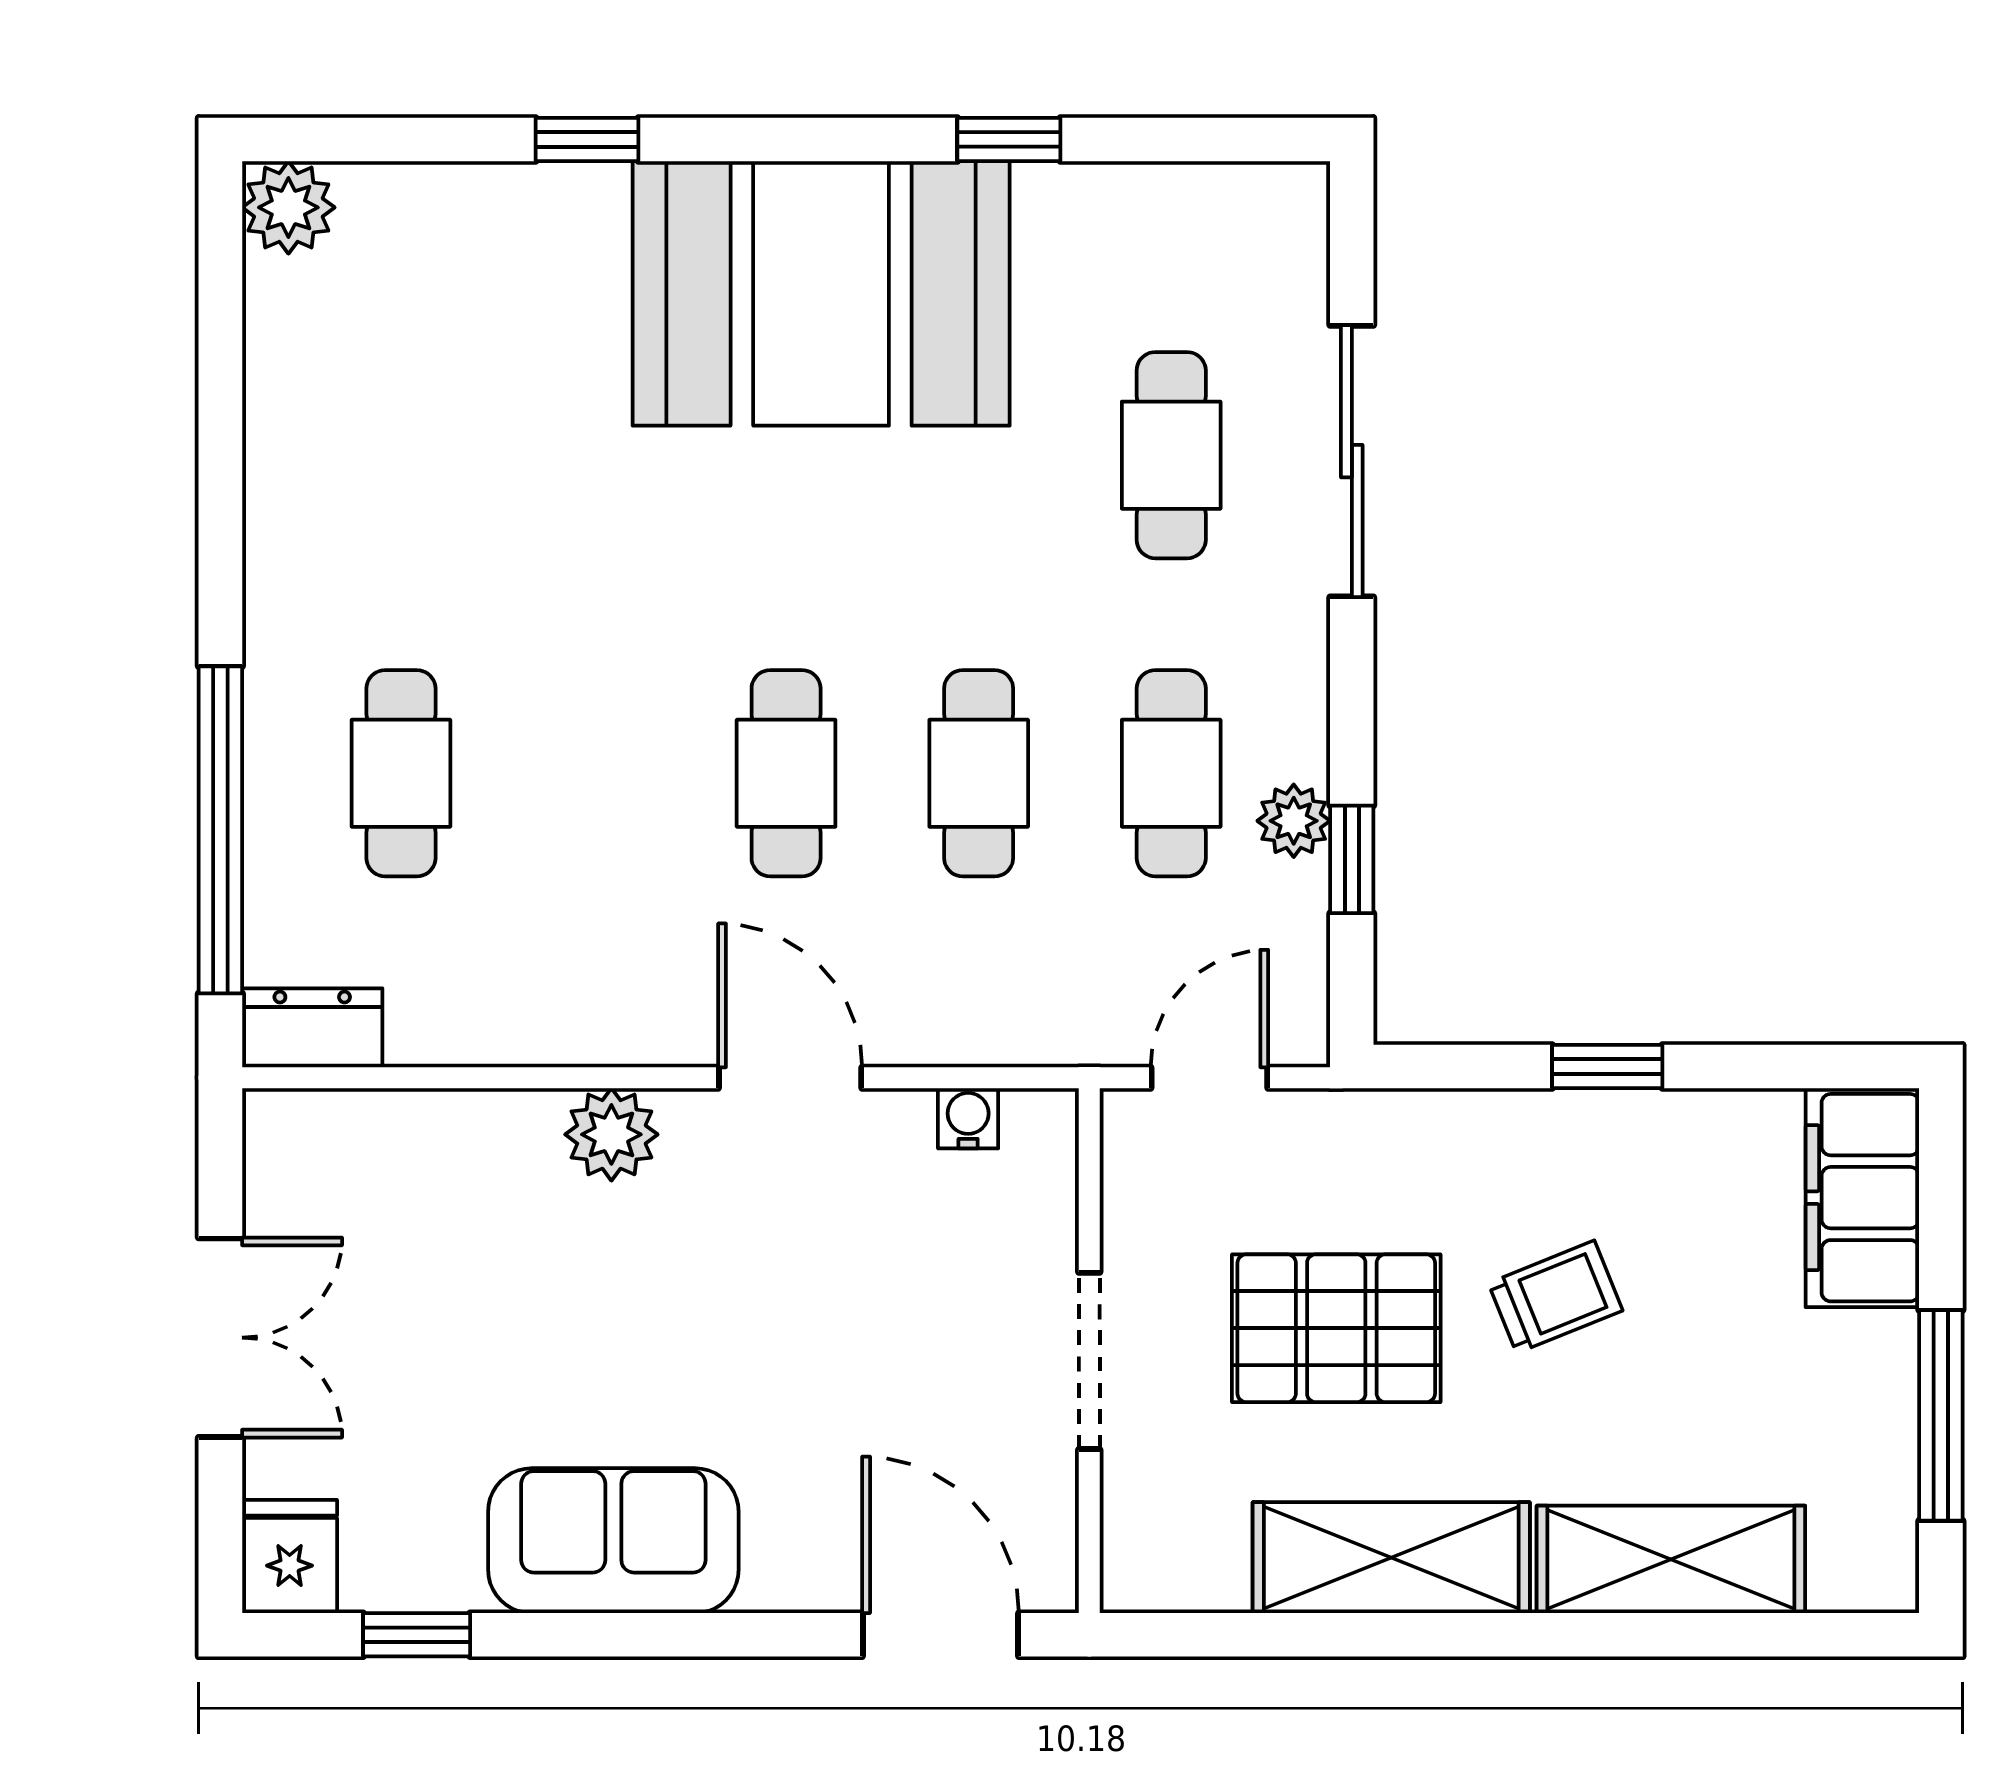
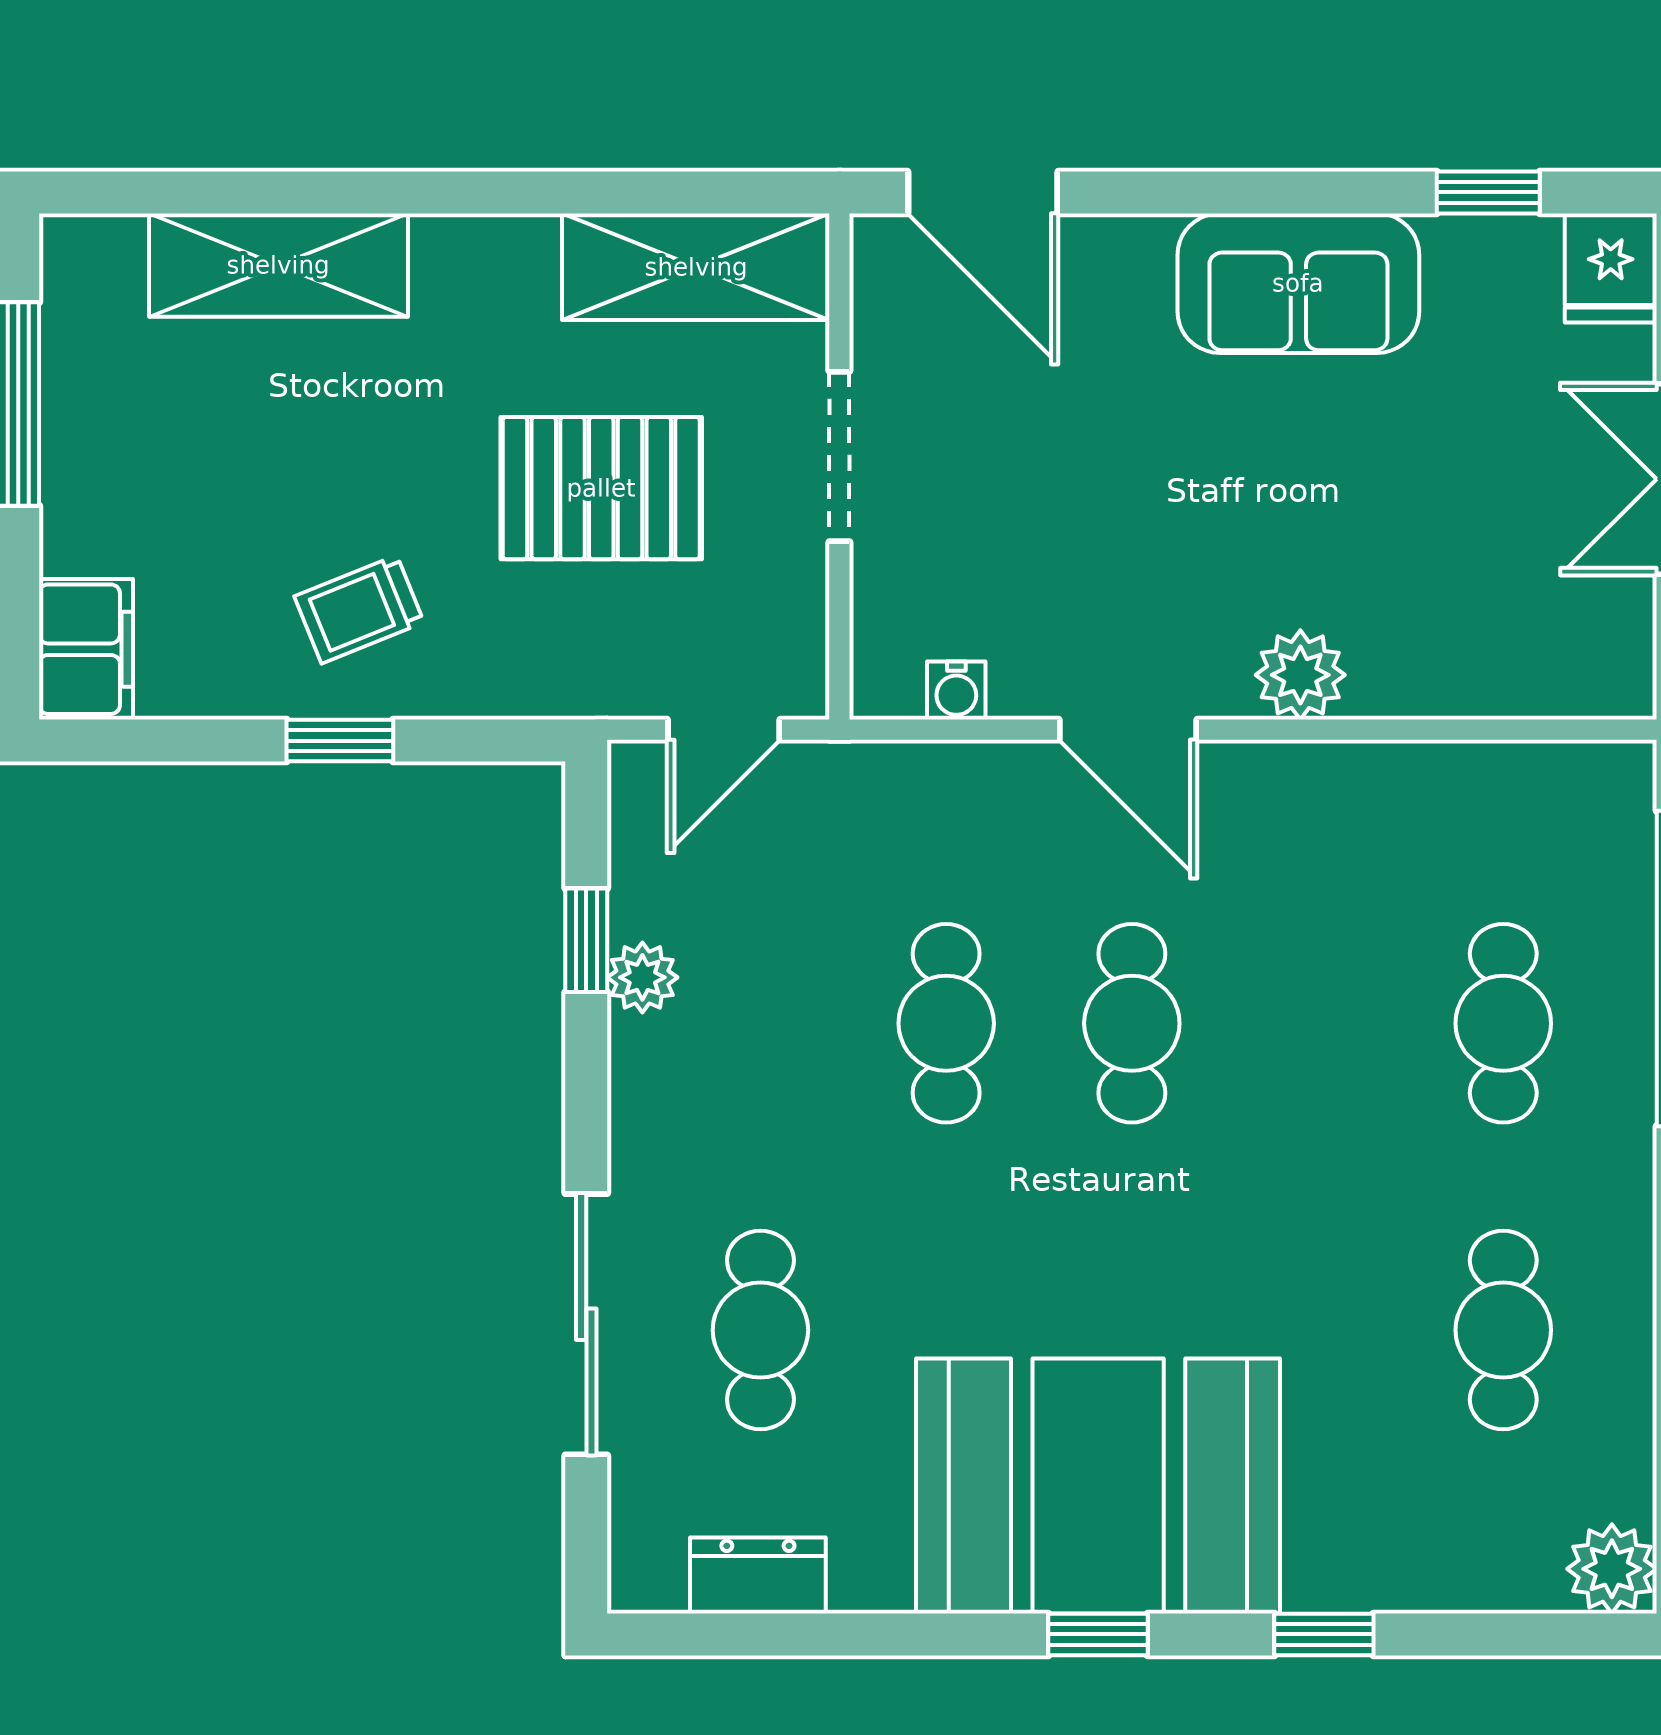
window: (1009, 139) -> (1098, 1634), moved
cafe table: (1171, 773) -> (1503, 1330), moved
dresser: (312, 1028) -> (758, 1576), moved, turned 180
filing cabinet: (1862, 1198) -> (86, 649), width x0.67, depth x0.86
trolley: (1555, 1297) -> (359, 609), moved
shelving: (1391, 1558) -> (696, 267), moved

